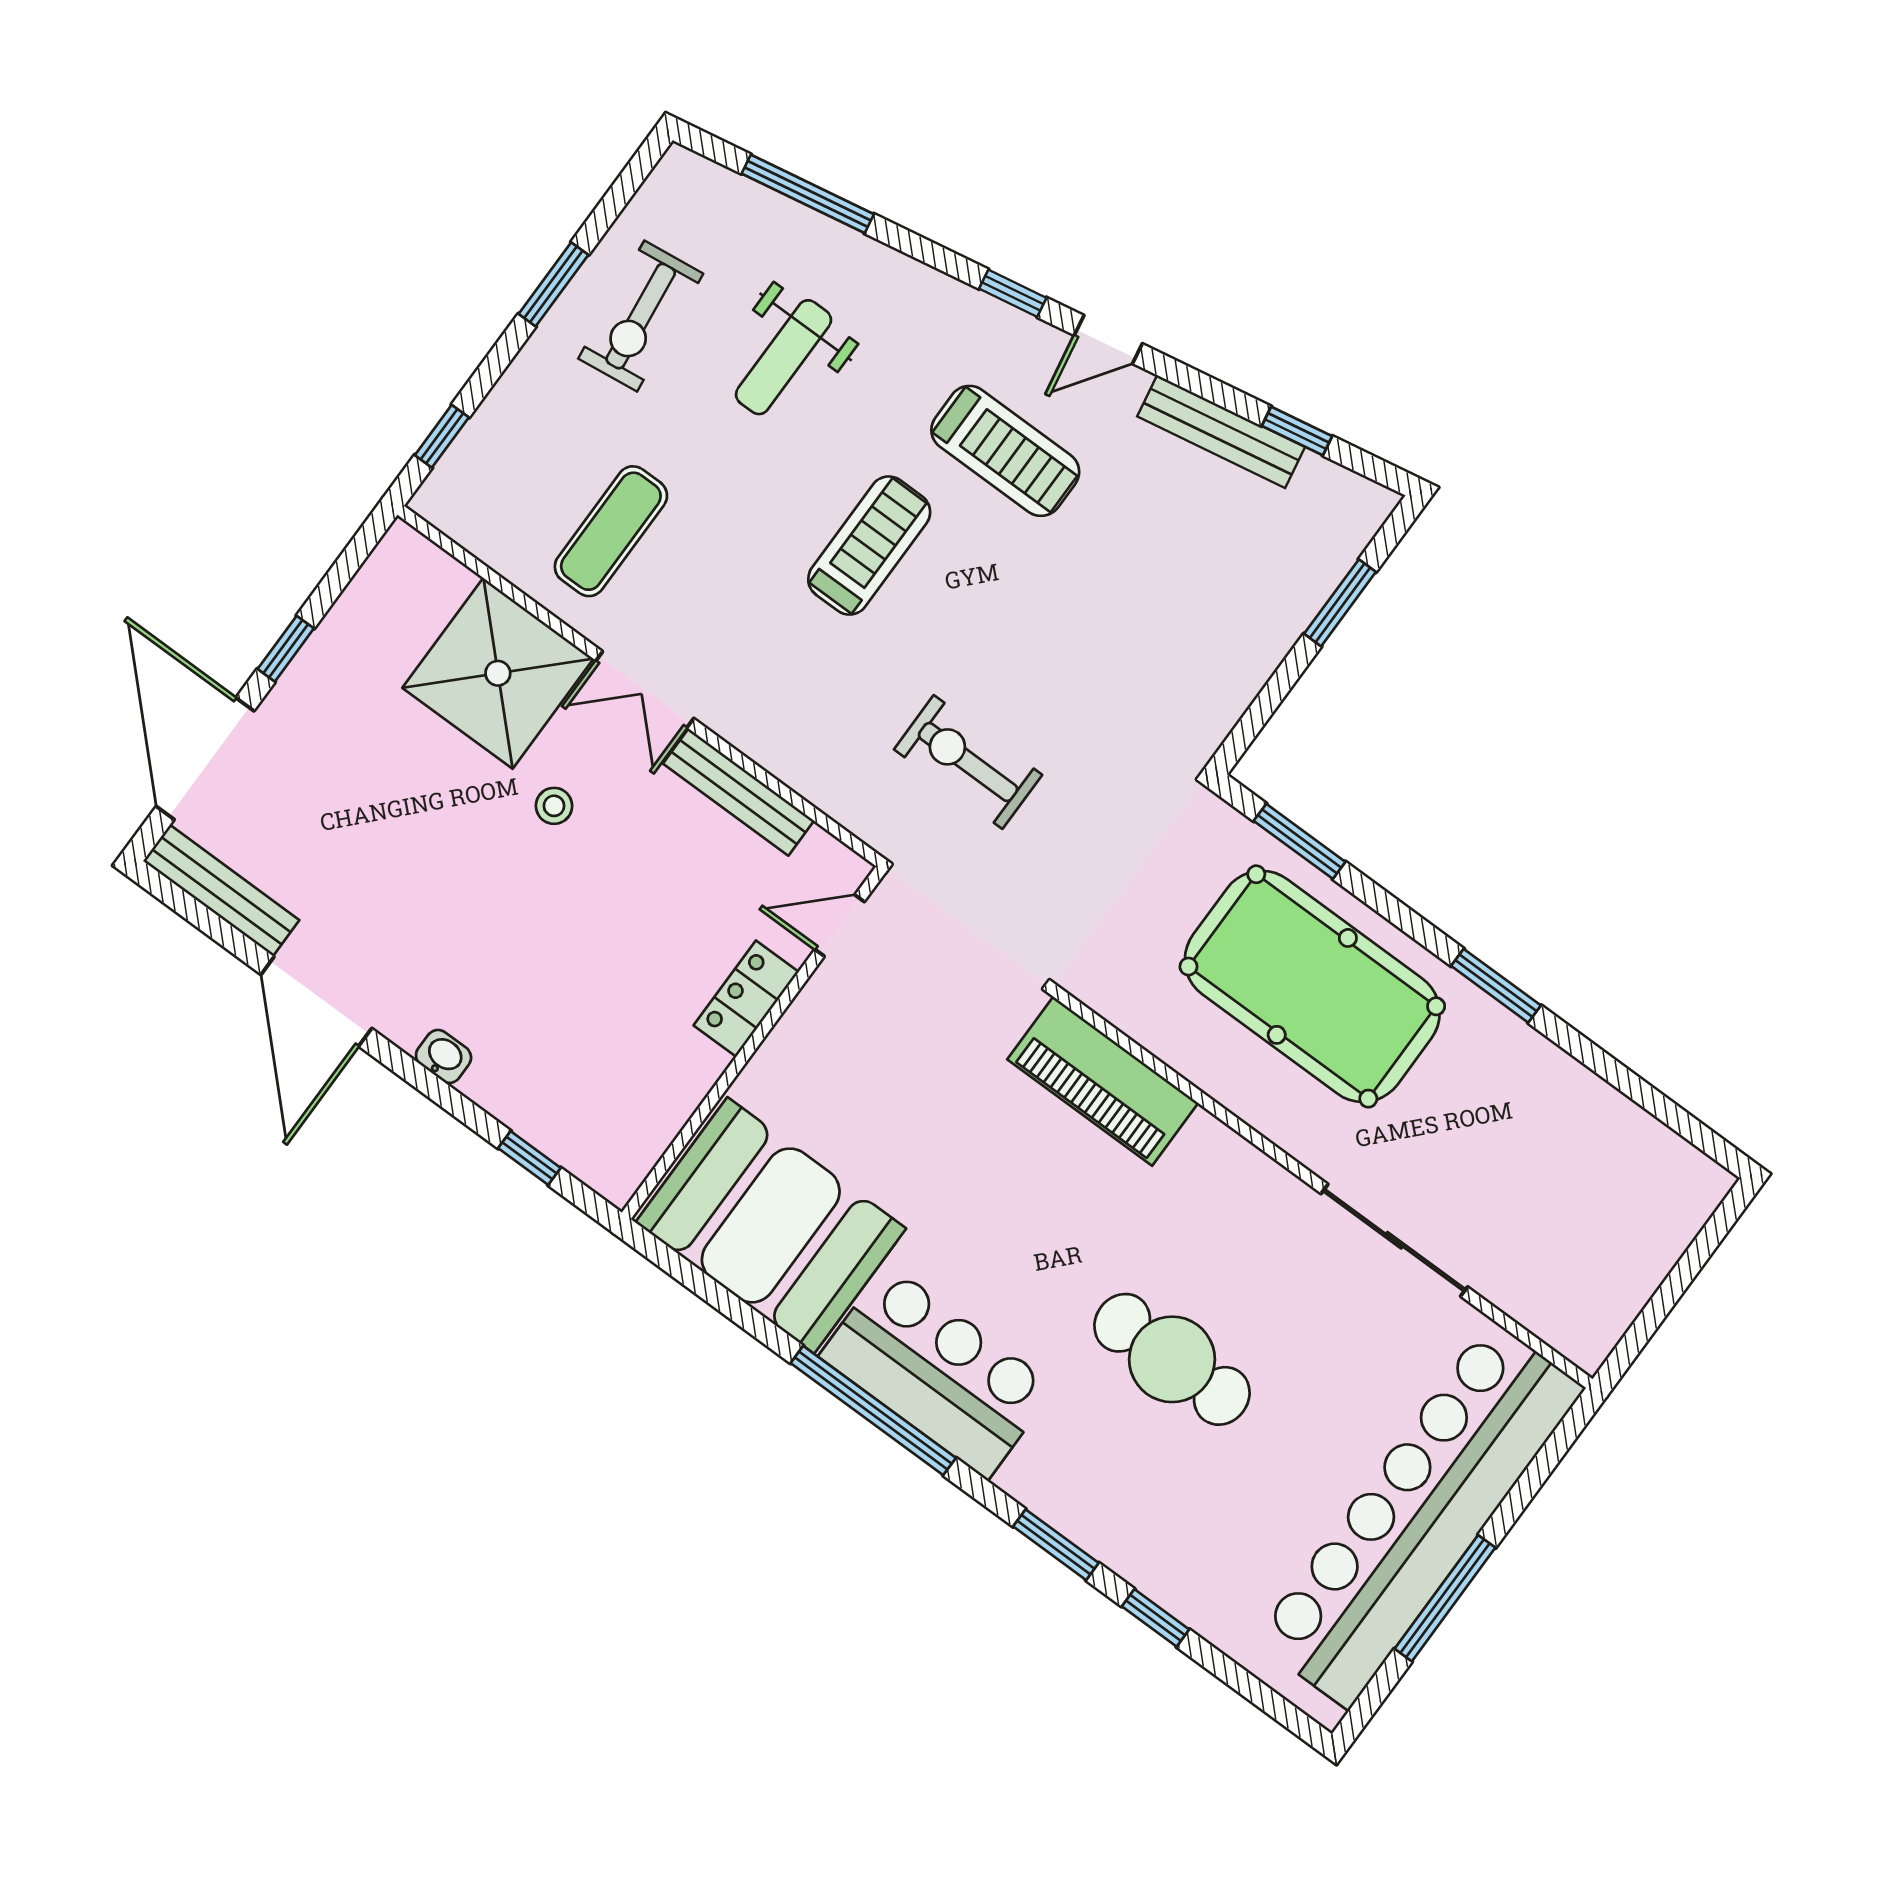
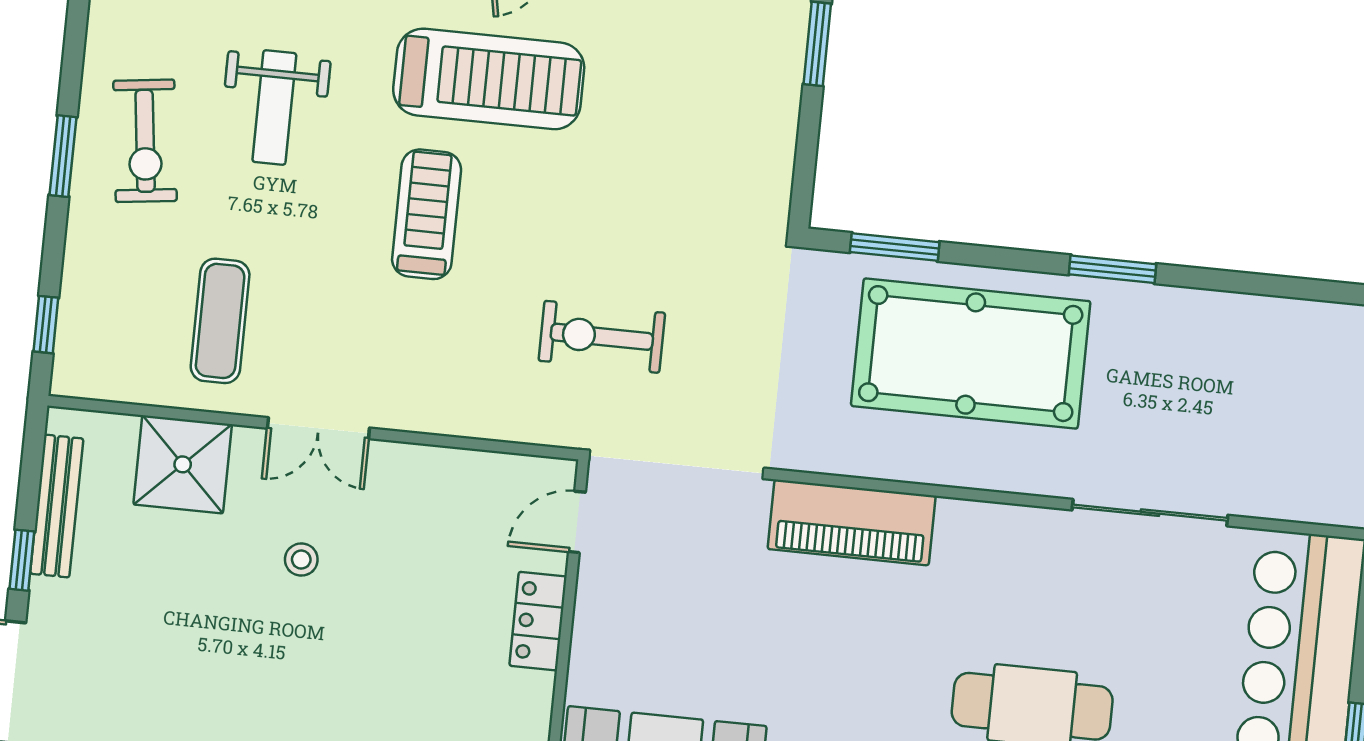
treadmill: (1005, 451) -> (489, 79), width x1.37, depth x1.38
shower: (498, 673) -> (183, 464), width x0.73, depth x0.73
bench: (738, 792) -> (57, 506), moved, turned 90

